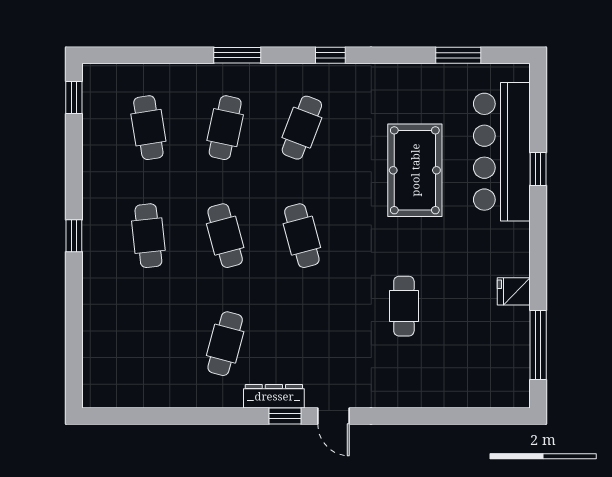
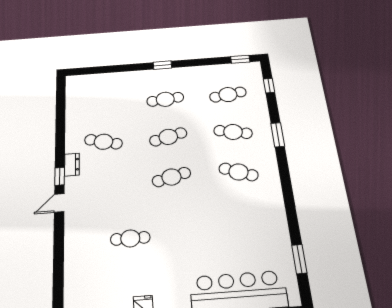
window: (330, 55) -> (269, 86), moved
pool table: (415, 170) -> (219, 238), removed
dresser: (274, 396) -> (72, 165), width x0.70

